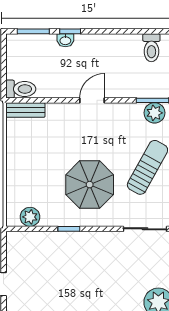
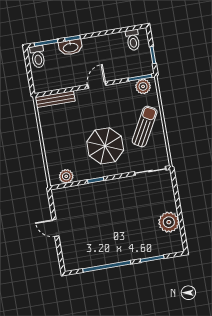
washbasin: (65, 40) -> (71, 47), width x1.91, depth x1.45
toilet: (21, 89) -> (38, 57), moved, turned 90
bench: (25, 110) -> (55, 99), width x1.36

